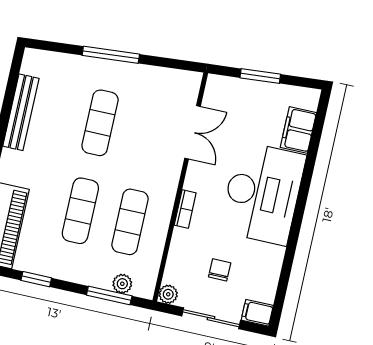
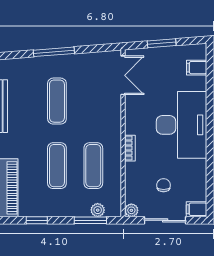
filing cabinet: (298, 130) -> (197, 68), width x0.50
double door: (192, 132) -> (123, 75), moved

